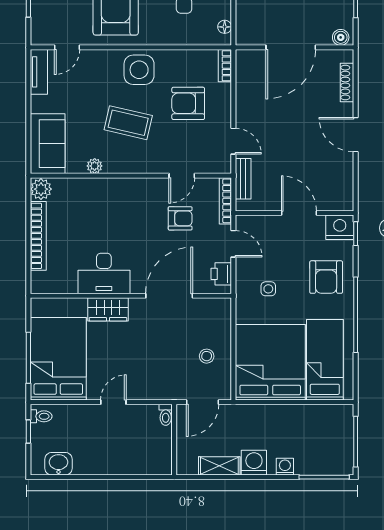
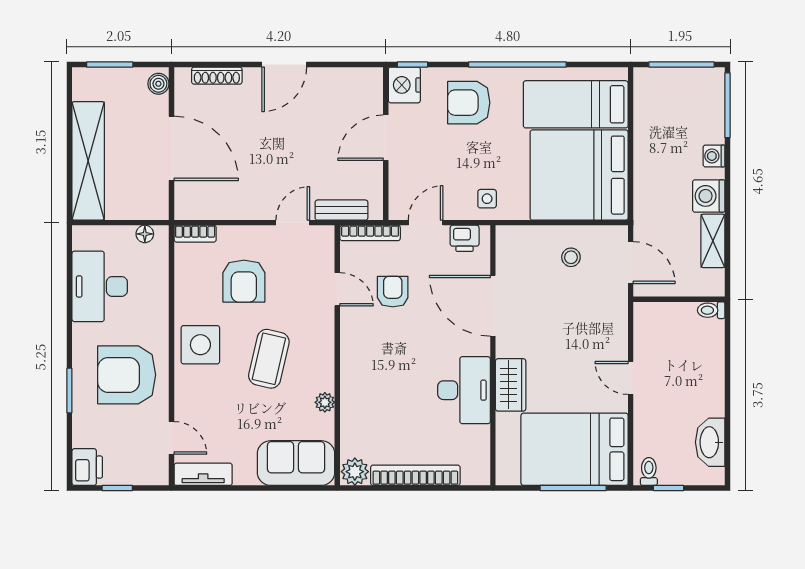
armchair: (326, 277) -> (469, 103), turned 180
side table: (268, 289) -> (487, 199), moved
toilet: (166, 415) -> (711, 310), moved, turned 180
washbasin: (58, 464) -> (710, 442), width x1.38

